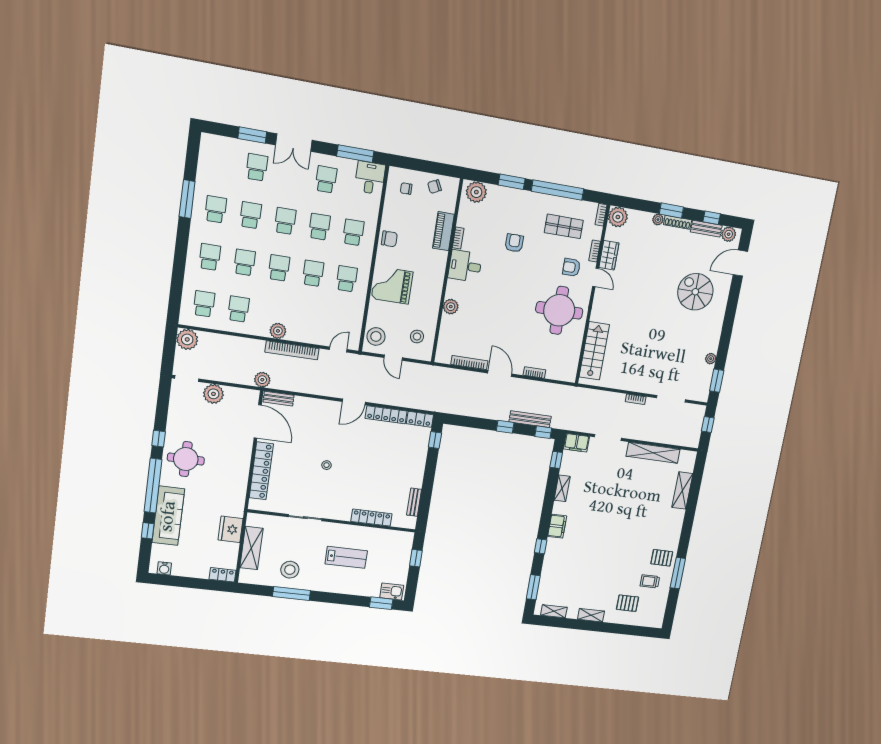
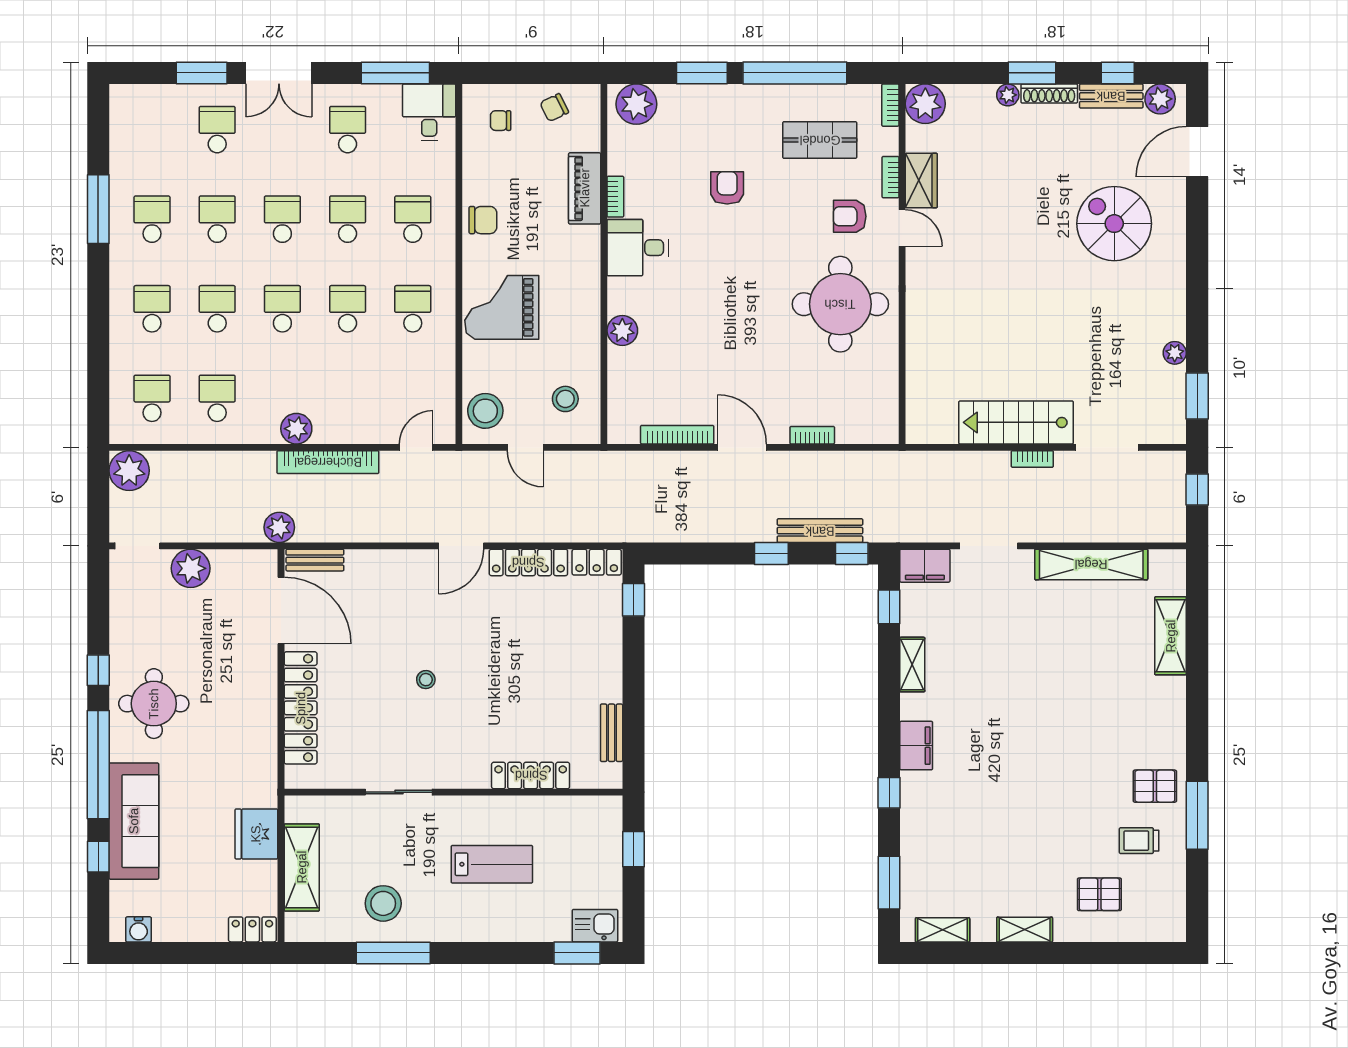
stairs: (594, 351) -> (1016, 422), moved, turned -90

